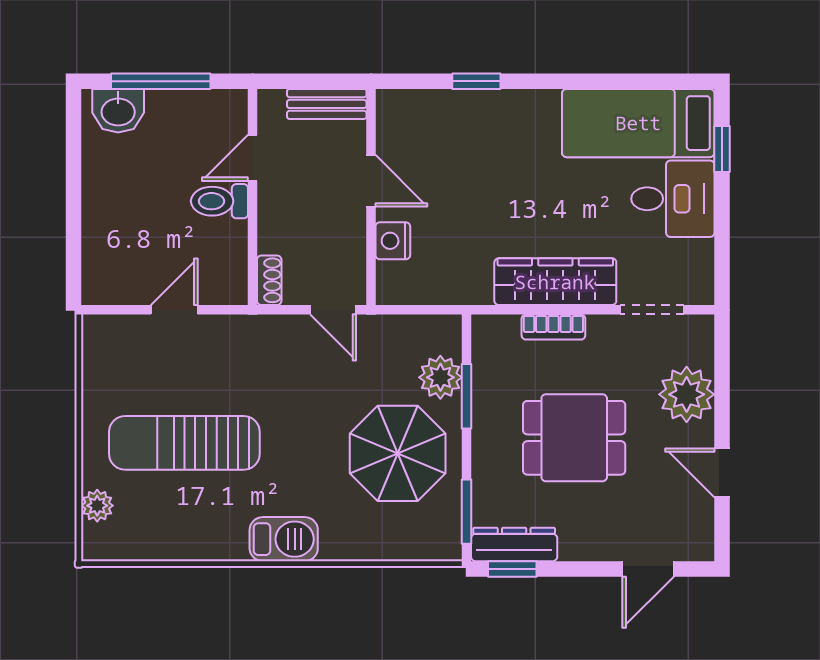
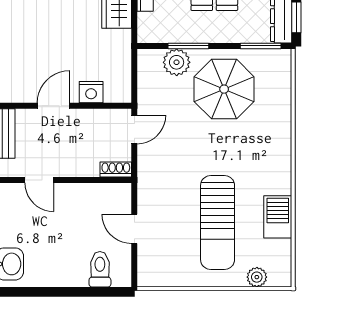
toilet: (219, 201) -> (100, 269), moved, turned 180
barbecue: (284, 539) -> (278, 217), moved

